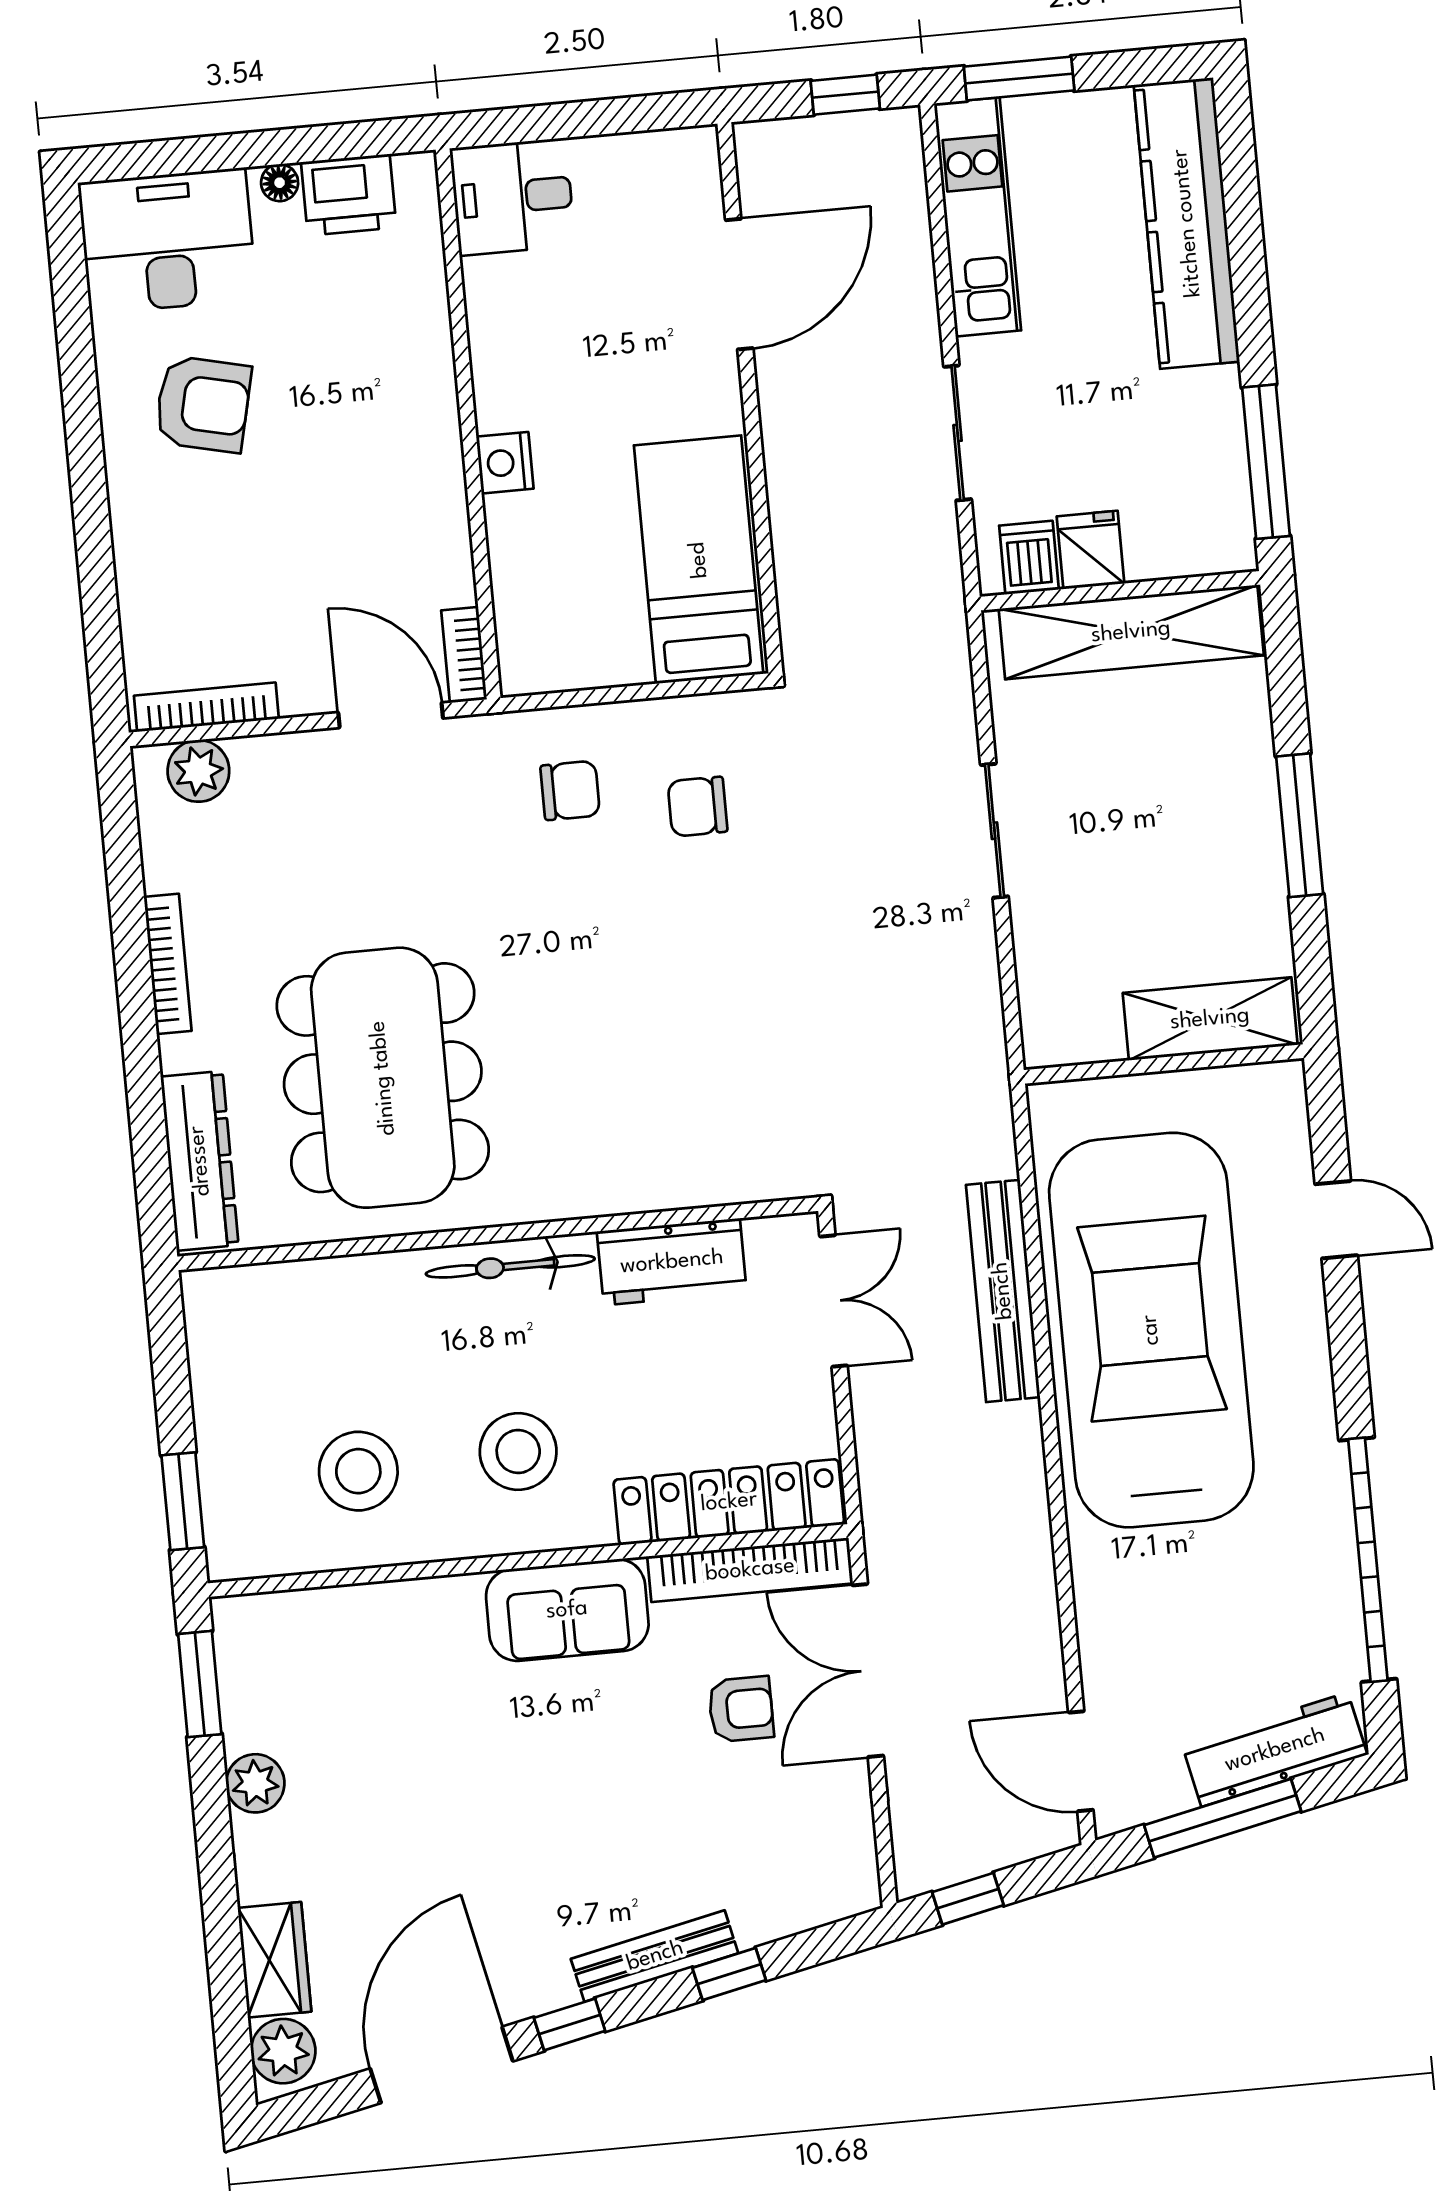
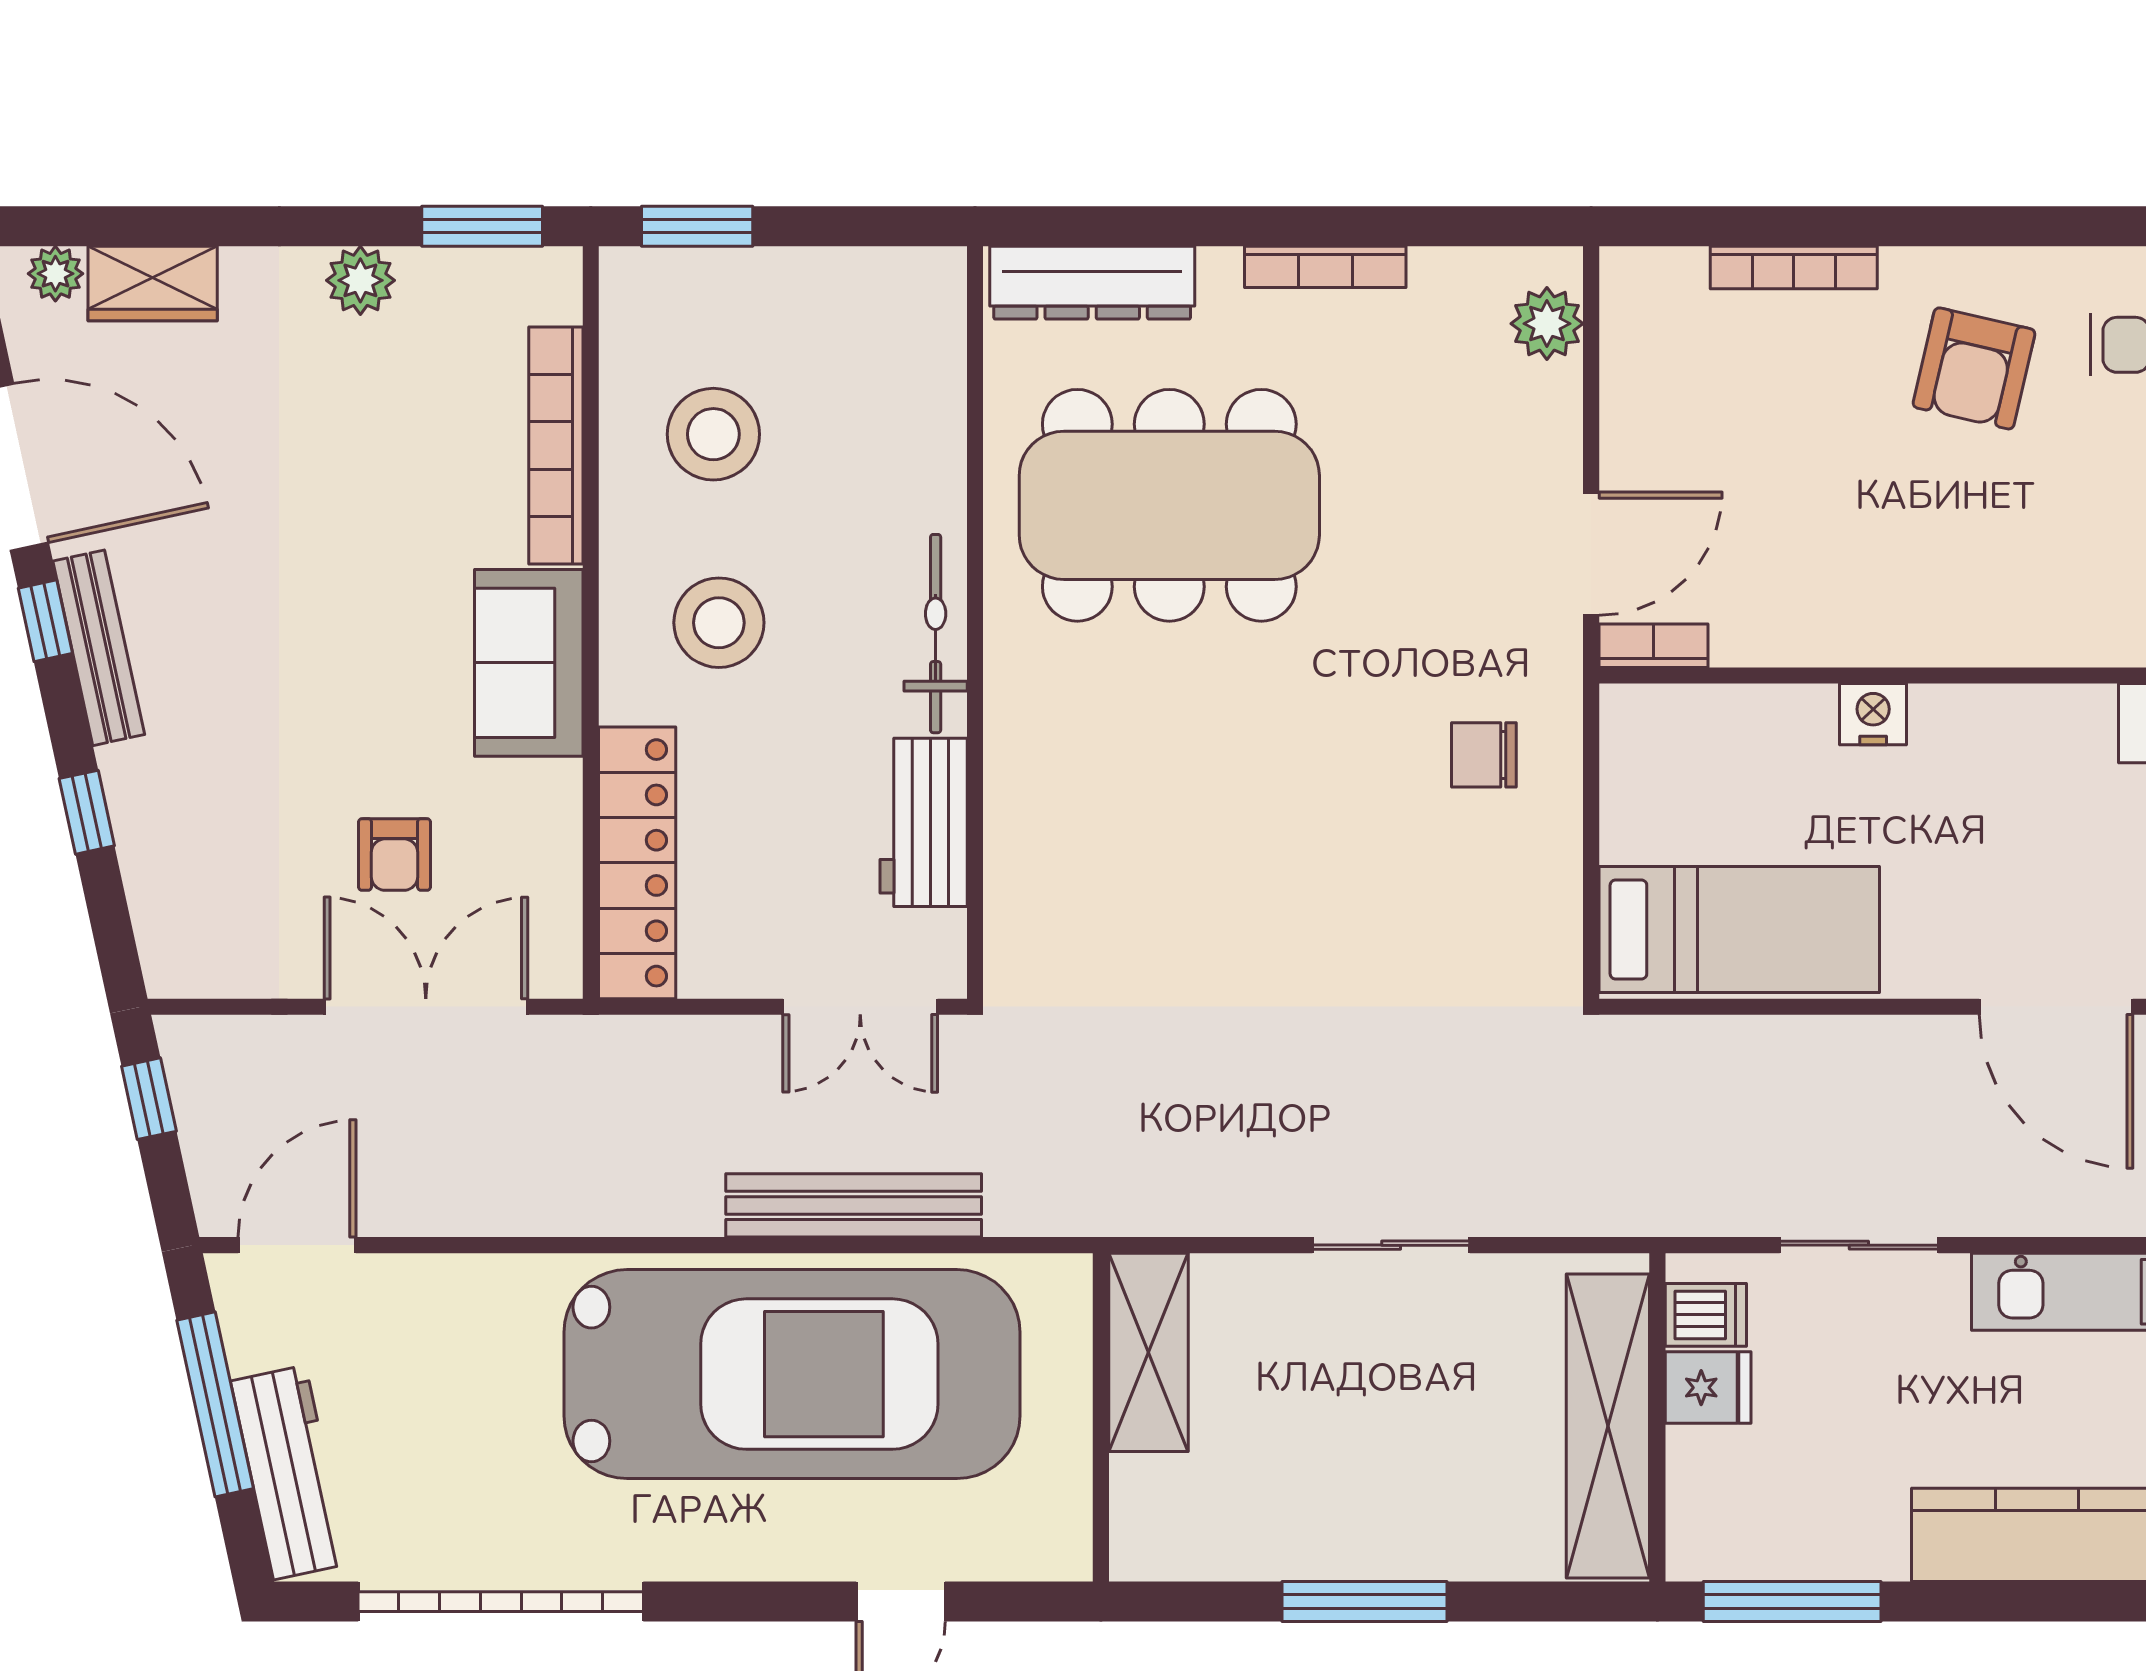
bookcase: (206, 707) -> (1794, 268), moved, turned 90
chair: (570, 790) -> (1484, 755), turned 90
chair: (698, 807) -> (1451, 902), removed
shelving: (1210, 1019) -> (1149, 1352), moved
bookcase: (750, 1570) -> (556, 446), moved
bench: (655, 1956) -> (99, 648), moved
plant: (283, 2051) -> (55, 274), width x0.73, depth x0.73

